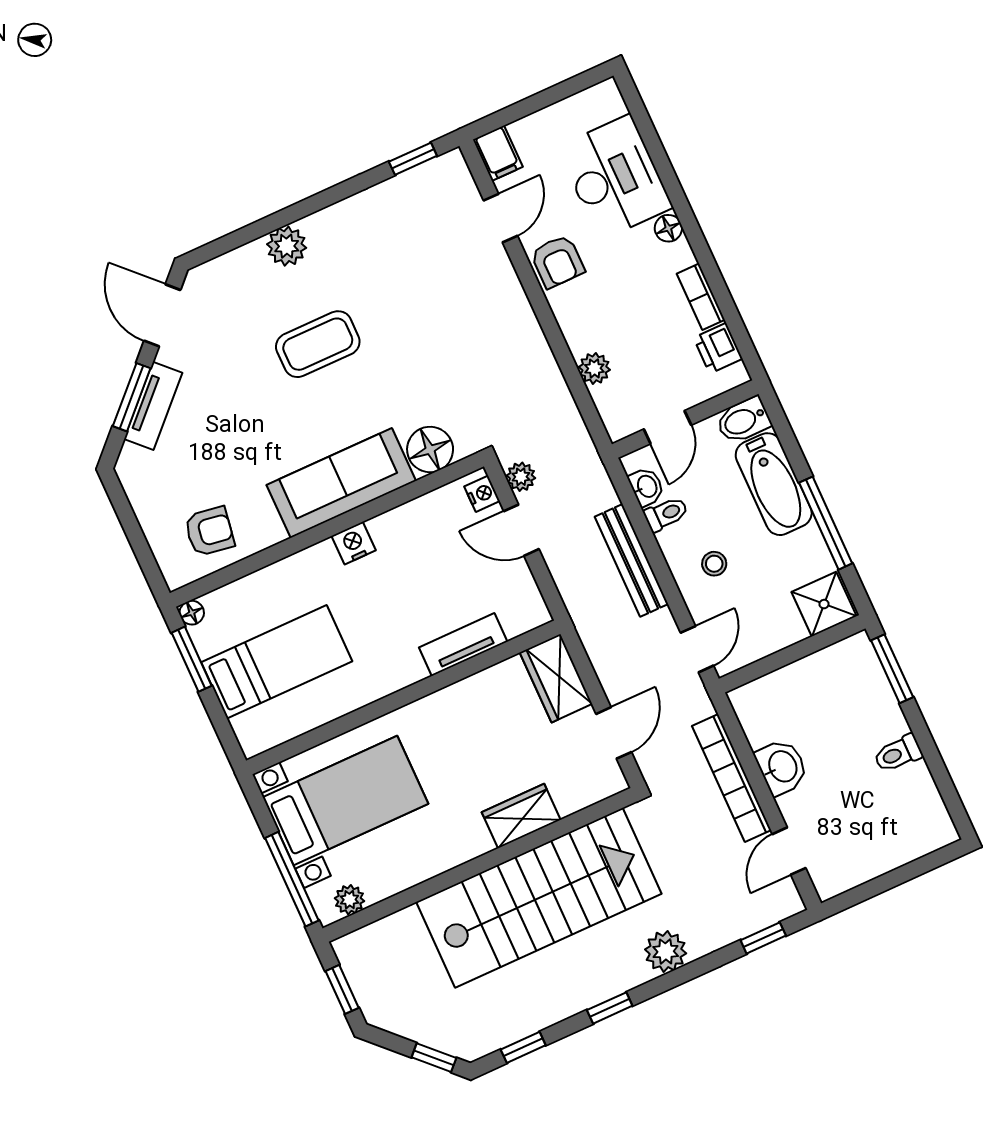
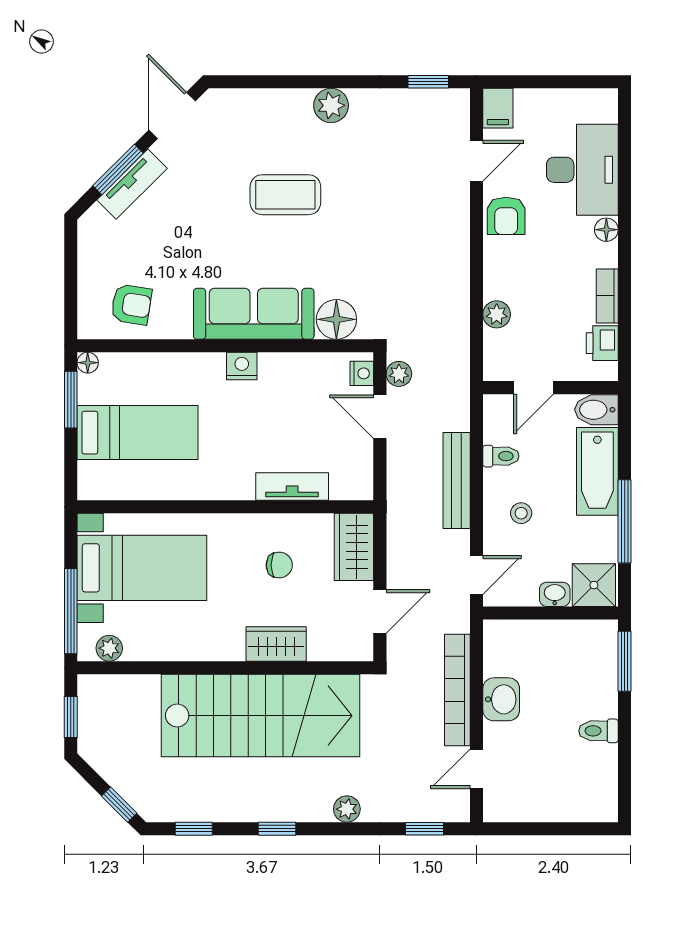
plant: (287, 246) -> (331, 105), moved
washbasin: (646, 487) -> (555, 594), moved, turned -90
chair: (487, 732) -> (279, 565), added
plant: (666, 951) -> (347, 809), width x0.73, depth x0.73

